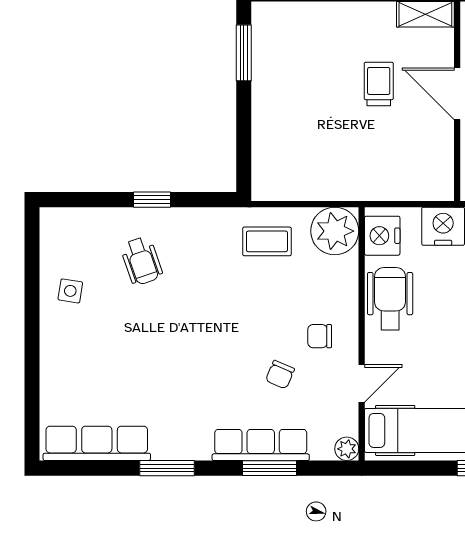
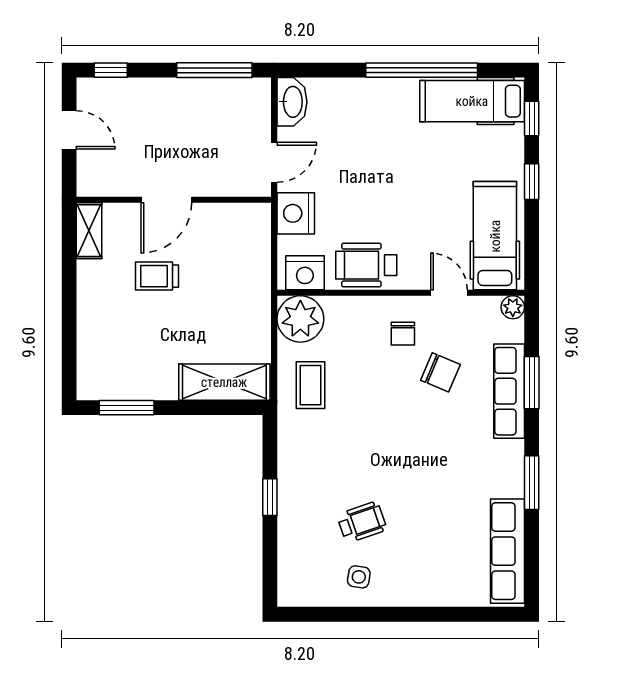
shelving: (270, 153) -> (224, 382), added
wheelchair: (142, 261) -> (362, 522), moved
chair: (280, 375) -> (440, 372), width x1.37, depth x1.37

